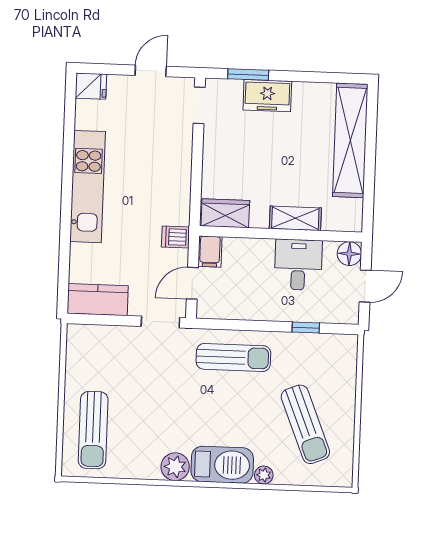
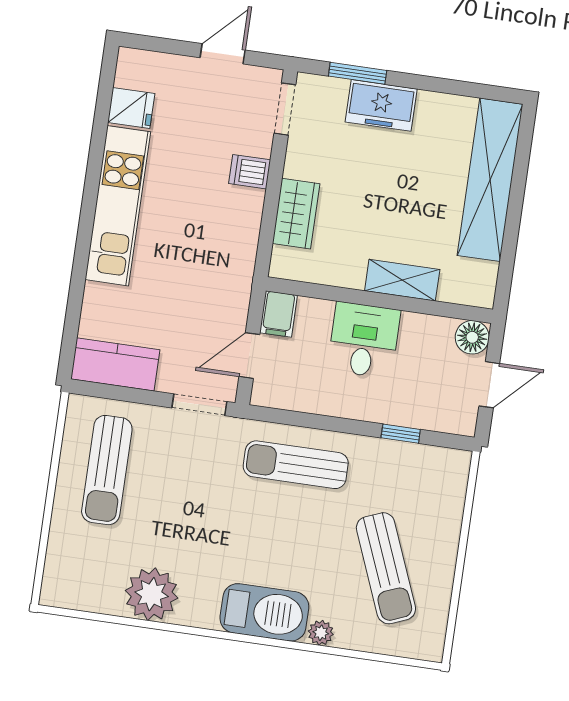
fridge: (91, 86) -> (131, 108), moved
wardrobe: (225, 213) -> (296, 214), moved, turned 90
dishwasher: (176, 237) -> (250, 172), moved
desk: (298, 265) -> (364, 340), moved
sun lounger: (233, 357) -> (296, 465), turned 180
sun lounger: (93, 430) -> (107, 470), moved
plant: (175, 467) -> (152, 594), moved, width x1.36, depth x1.36

